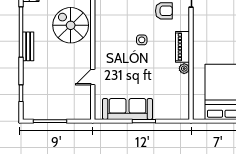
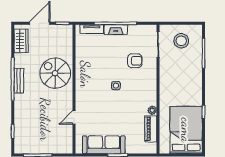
bench: (28, 46) -> (19, 81), moved
piano: (182, 47) -> (151, 129), moved

